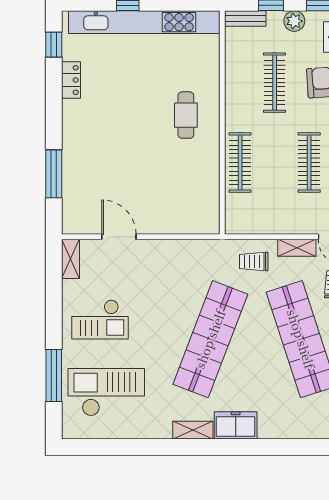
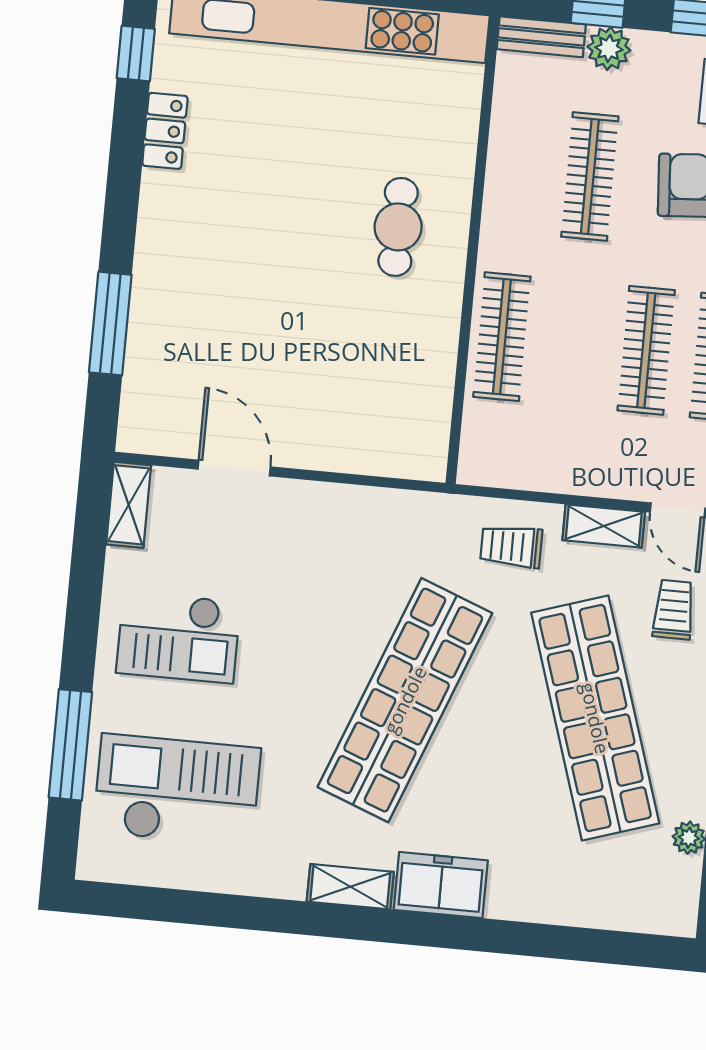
plant: (294, 21) -> (609, 48), moved

